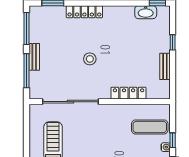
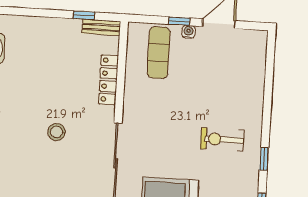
window: (173, 42) -> (84, 15), moved
bench: (165, 66) -> (101, 27), moved

